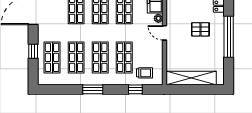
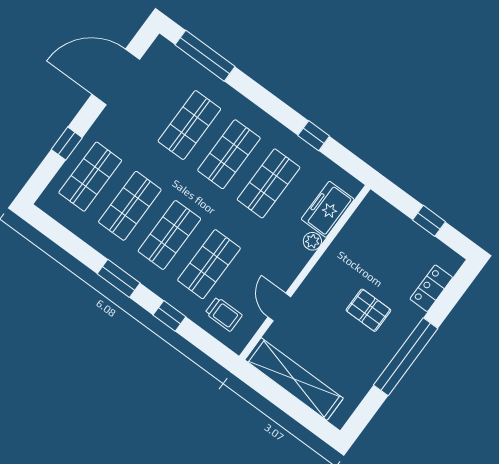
door: (164, 33) -> (279, 307), moved
window: (135, 89) -> (169, 316), moved

